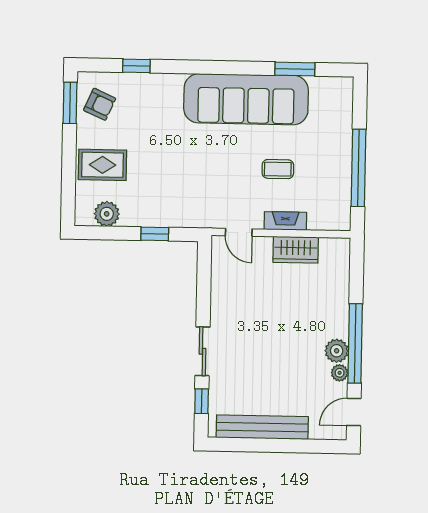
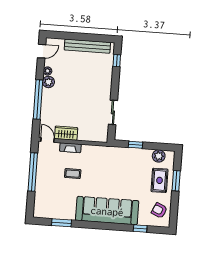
sofa: (246, 99) -> (107, 211), moved
window: (70, 103) -> (176, 181), moved
rug: (102, 165) -> (159, 180), turned 90
door: (239, 232) -> (47, 140), moved
window: (355, 343) -> (38, 100), moved
sliding door: (203, 351) -> (113, 112), moved

